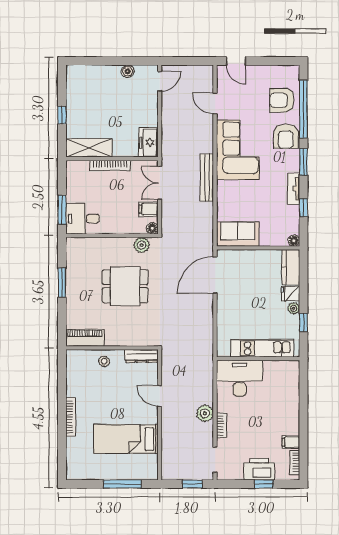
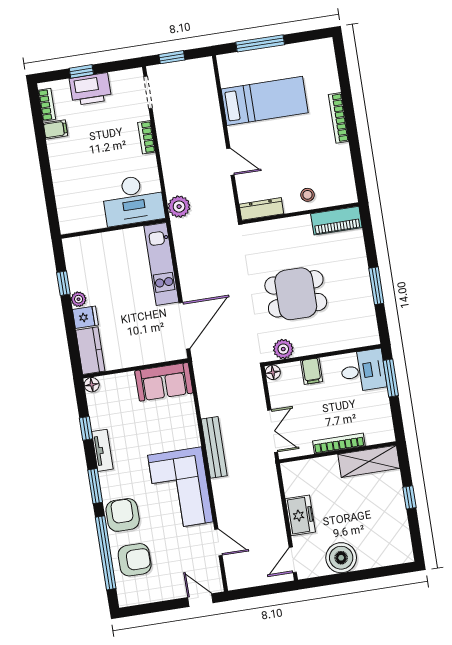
boiler: (128, 71) -> (341, 558), width x1.86, depth x1.86
freezer: (149, 142) -> (300, 515), moved
filing cabinet: (149, 209) -> (312, 371), moved, turned 90
kitchen unit: (262, 348) -> (161, 264), moved, turned 90
plant: (205, 413) -> (179, 207), moved

